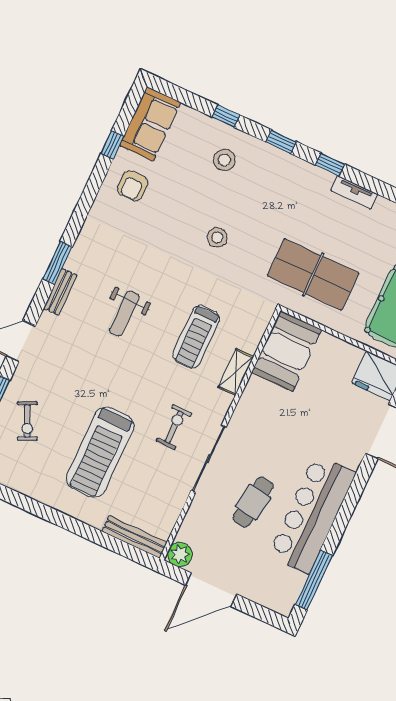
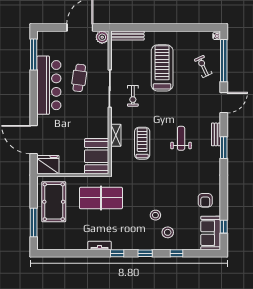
window: (112, 145) -> (224, 227), moved
armchair: (133, 186) -> (205, 200), turned 180
stool: (217, 237) -> (155, 215), moved

